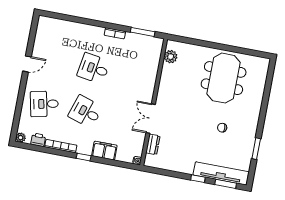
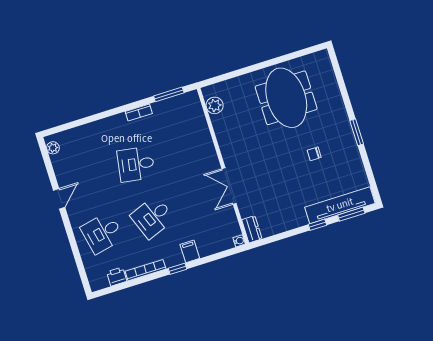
desk: (85, 112) -> (153, 217), turned -39
plant: (21, 138) -> (53, 148), moved
dresser: (153, 144) -> (252, 229), moved
window: (256, 149) -> (357, 132), moved
filing cabinet: (104, 151) -> (190, 251), width x0.50

